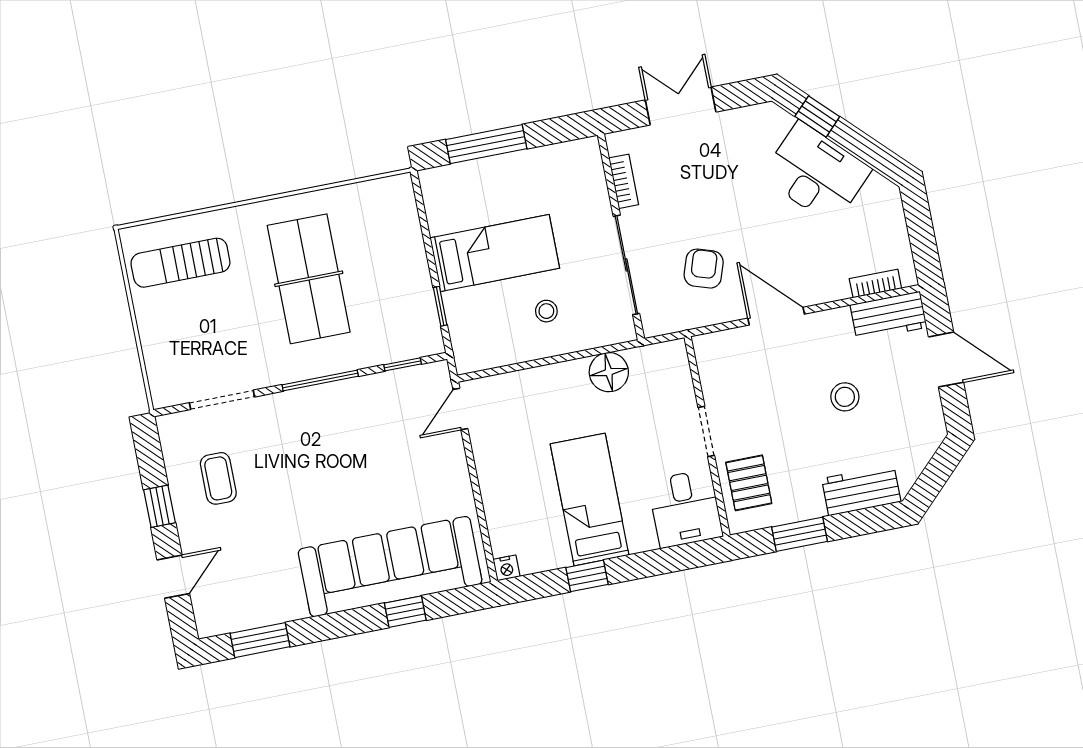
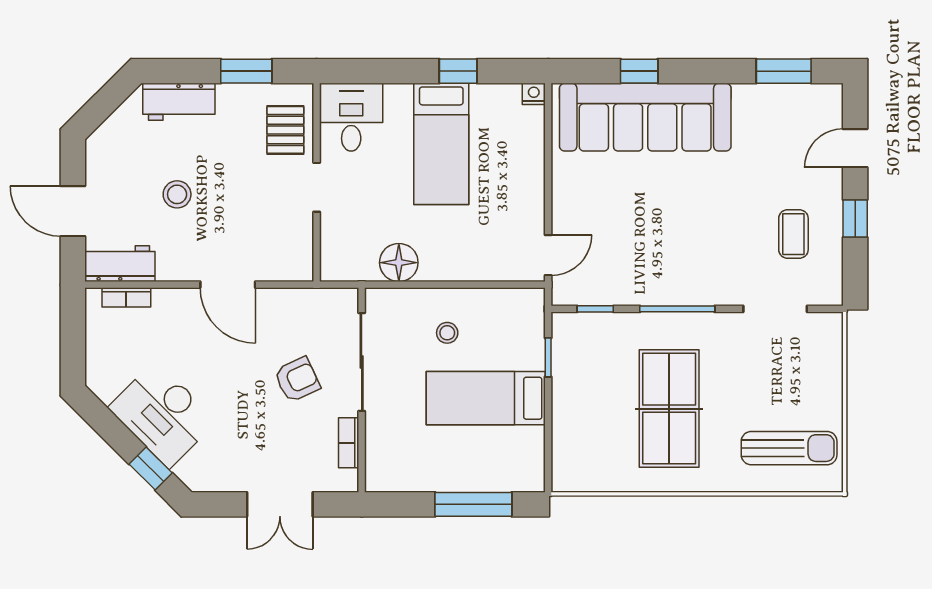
armchair: (704, 269) -> (297, 380), moved, turned -133

